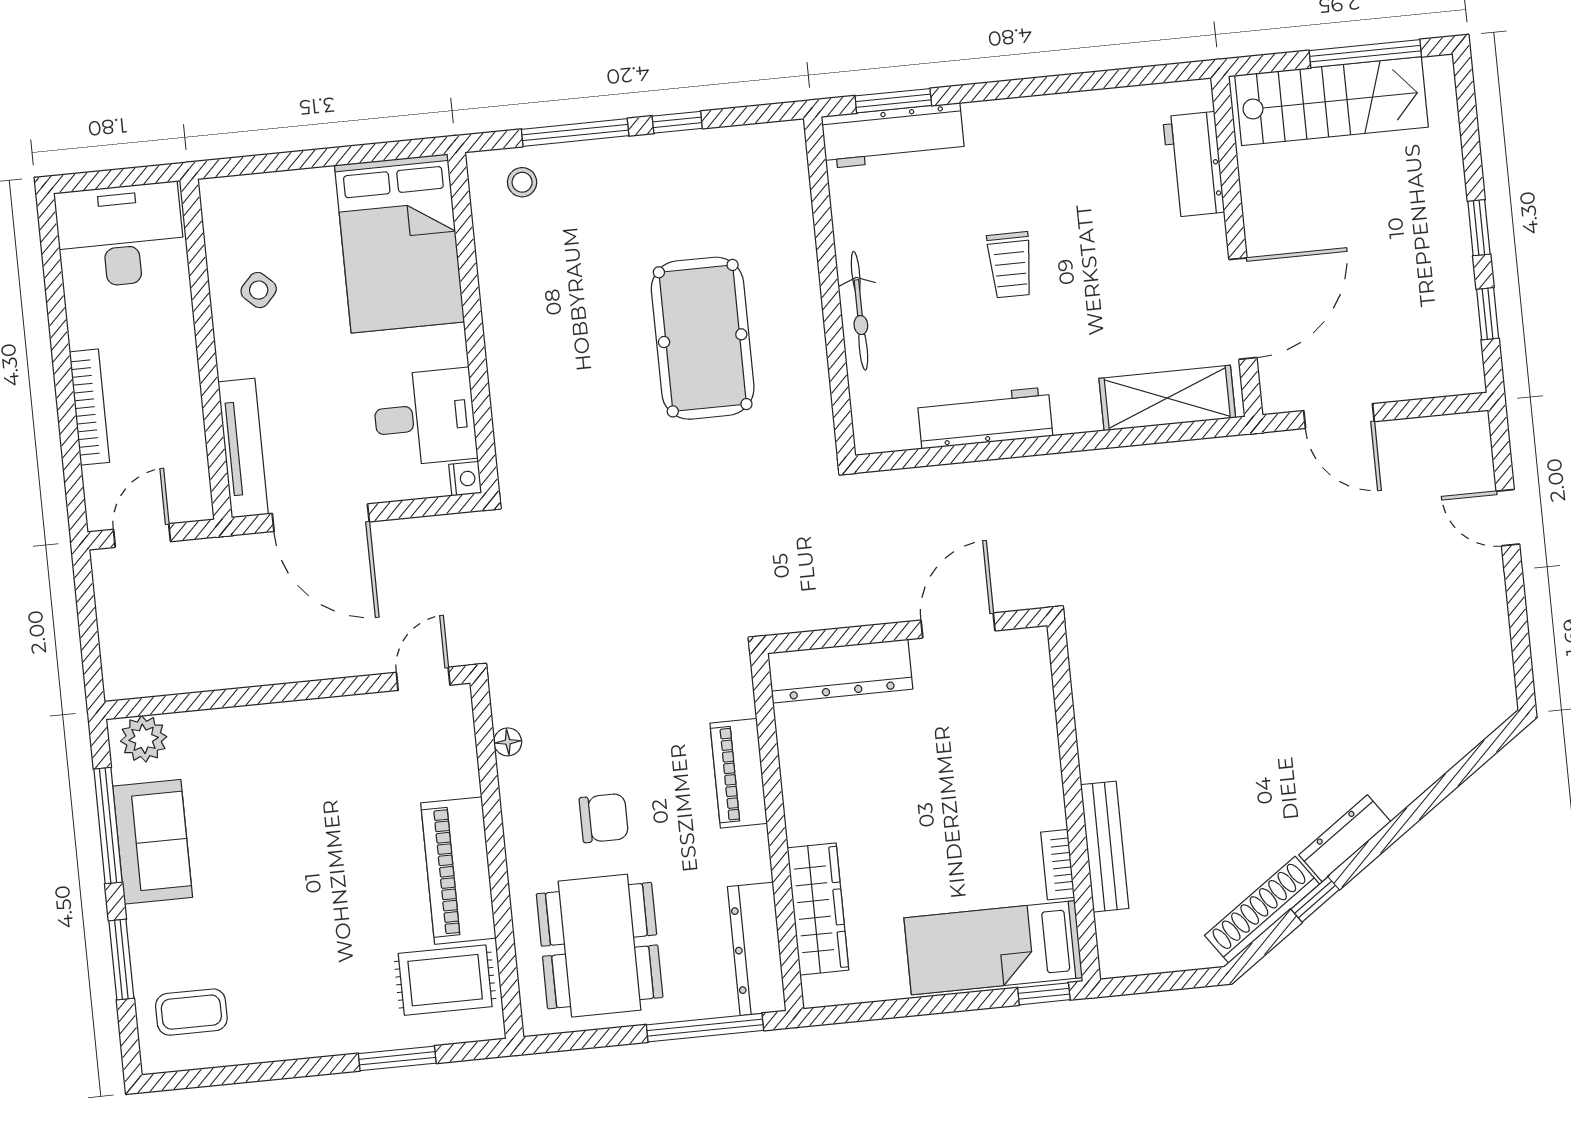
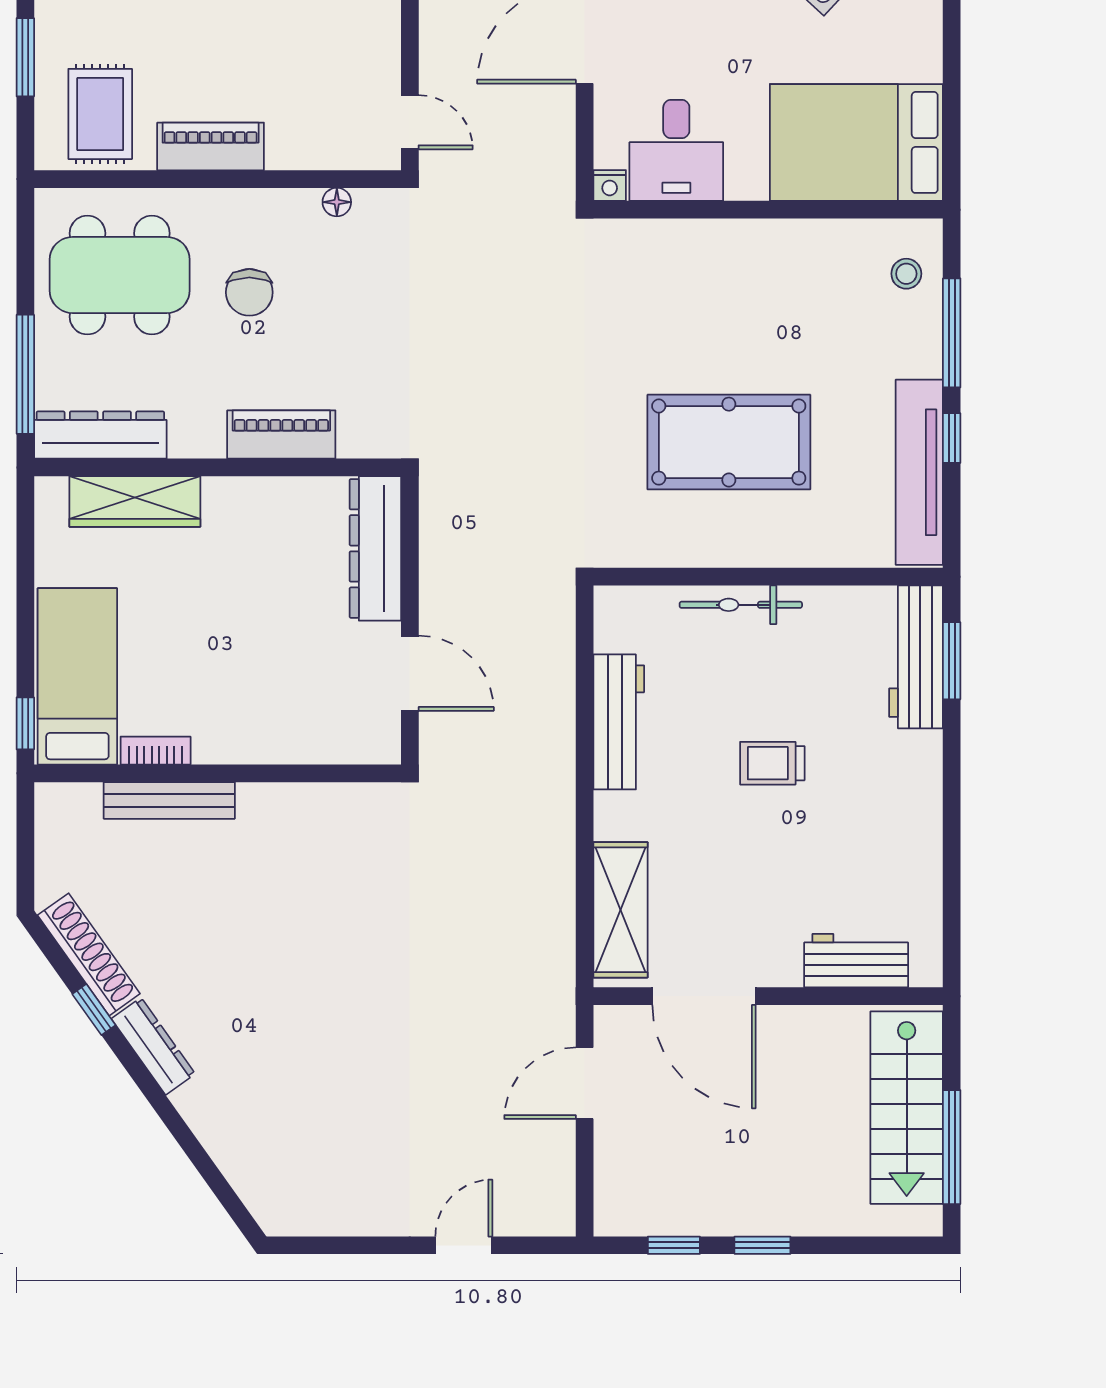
tv unit: (714, 150) -> (919, 472), added
piano: (458, 871) -> (211, 146), width x0.73, depth x0.75

